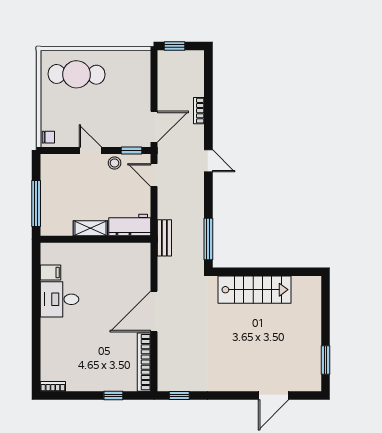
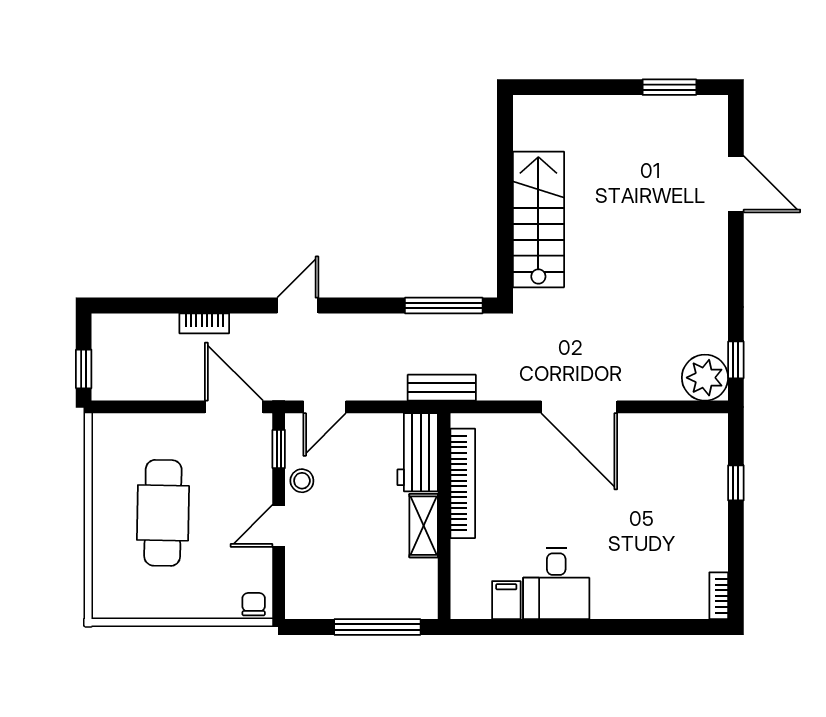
cafe table: (77, 74) -> (163, 513), moved
bookcase: (144, 362) -> (463, 483), moved, turned -90
plant: (170, 379) -> (705, 378), added

